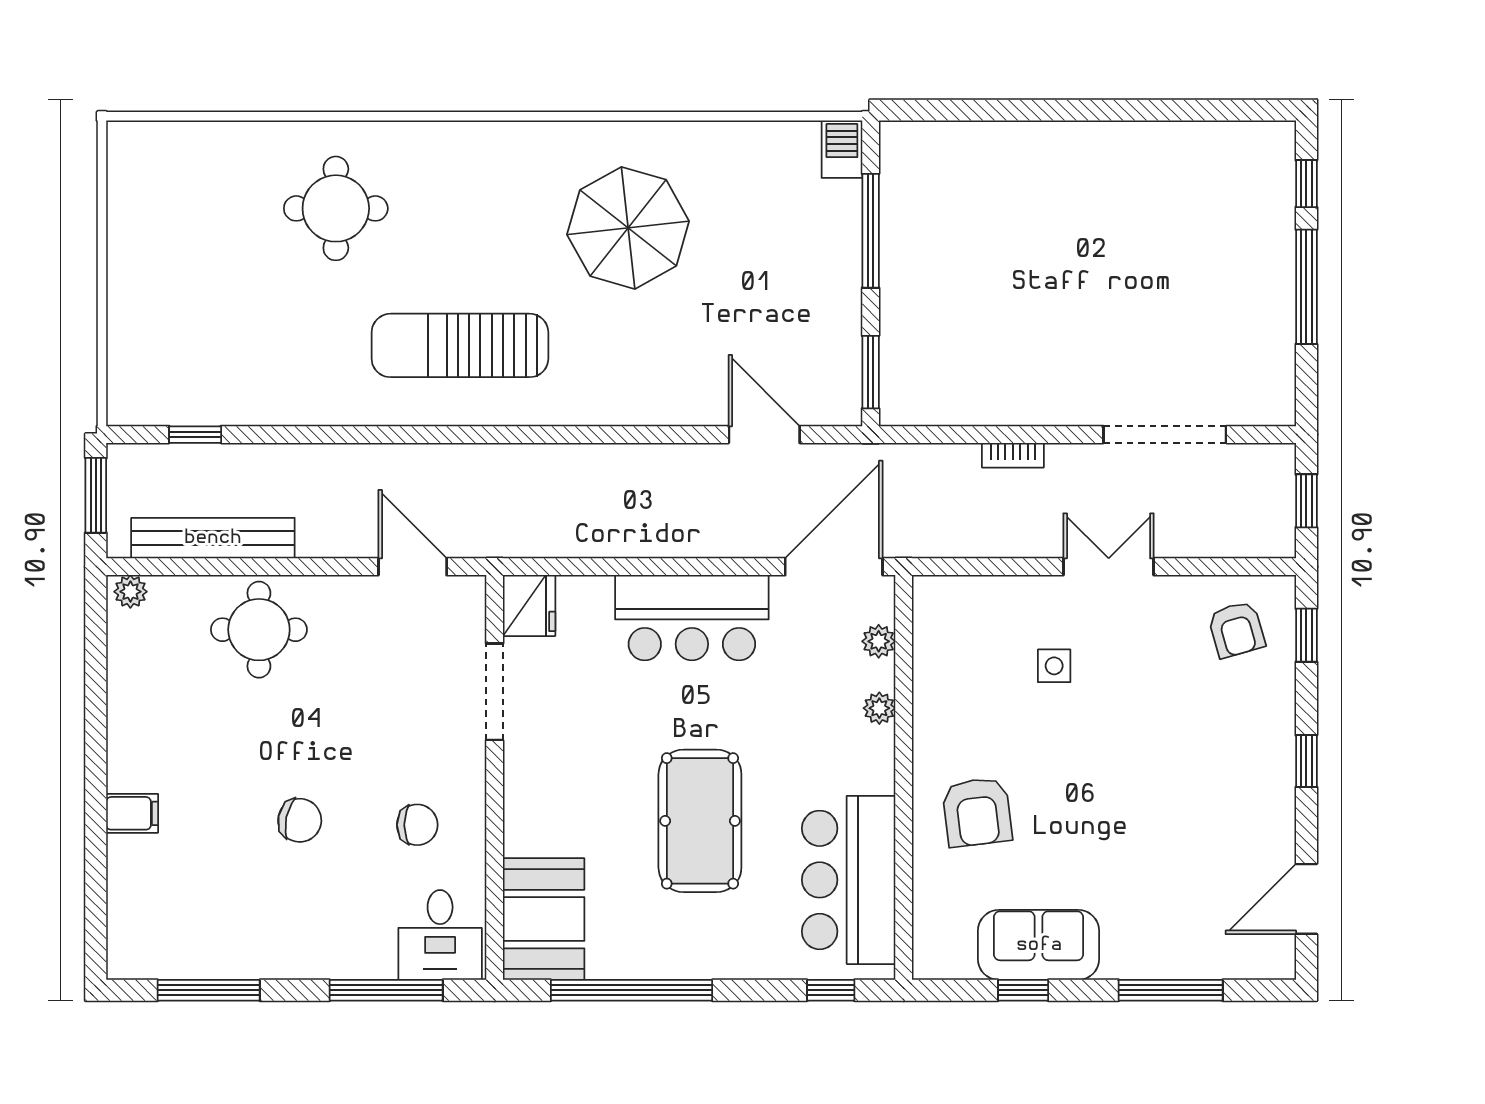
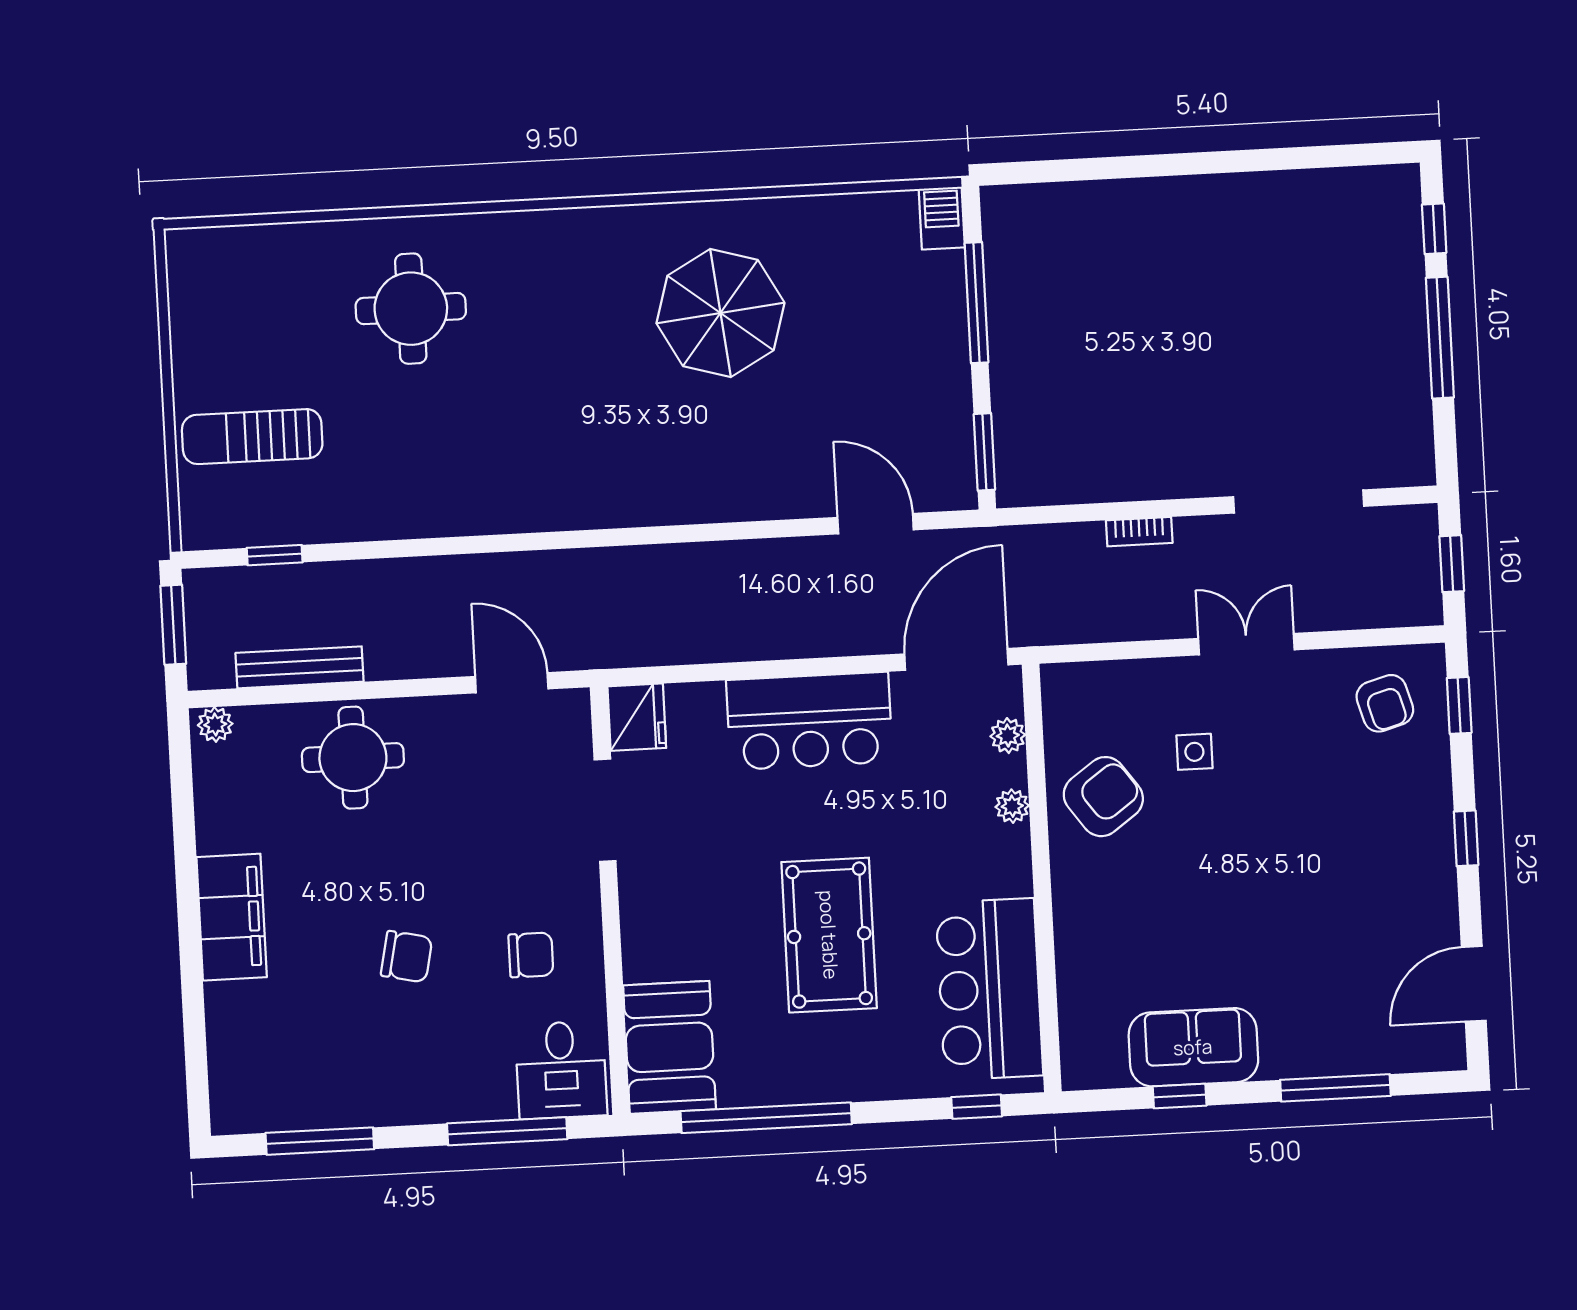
sun lounger: (460, 345) -> (252, 437), moved, width x0.73, depth x0.75
bench: (213, 538) -> (300, 667), width x0.73, depth x0.82
armchair: (977, 812) -> (1103, 797), moved, turned -119
filing cabinet: (132, 813) -> (232, 917), width x3.00, depth x1.17

